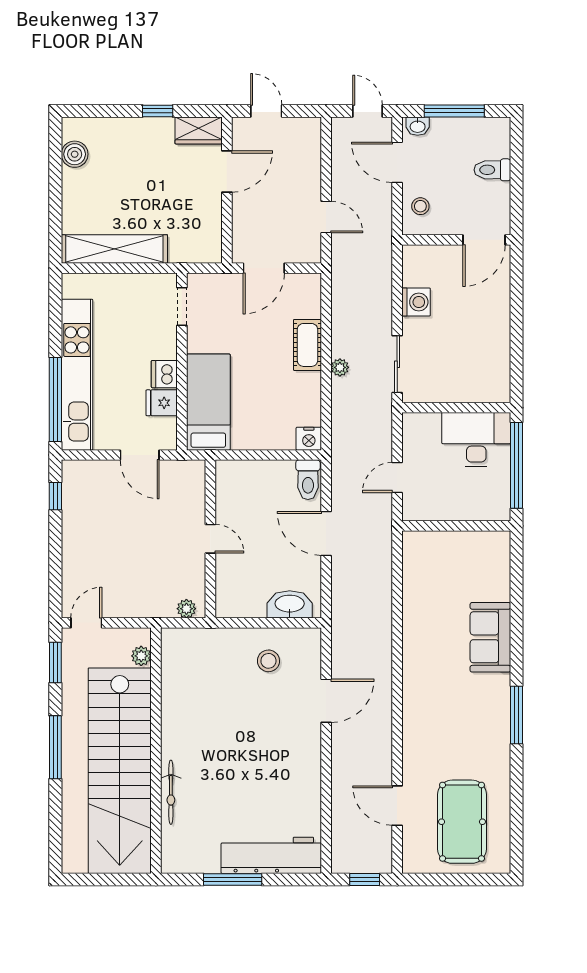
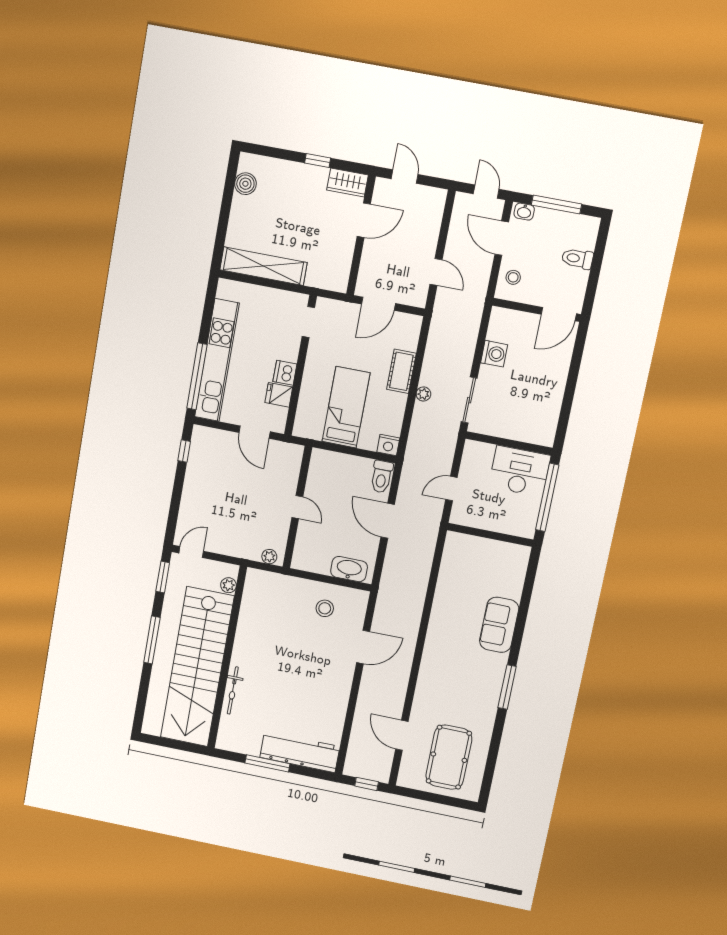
bed: (208, 402) -> (346, 407), moved

